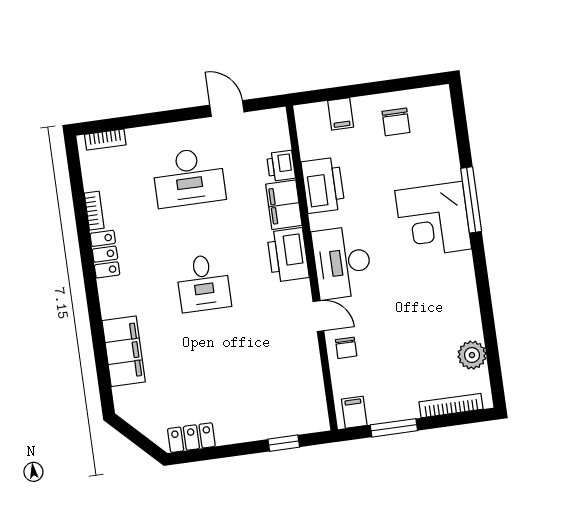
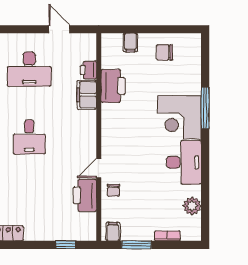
chair: (396, 122) -> (165, 52), turned 90
printer: (288, 255) -> (85, 195), moved
desk: (342, 263) -> (184, 162), moved, turned 180
door: (318, 316) -> (99, 168), swing flipped
bookcase: (451, 406) -> (167, 236), width x0.64

